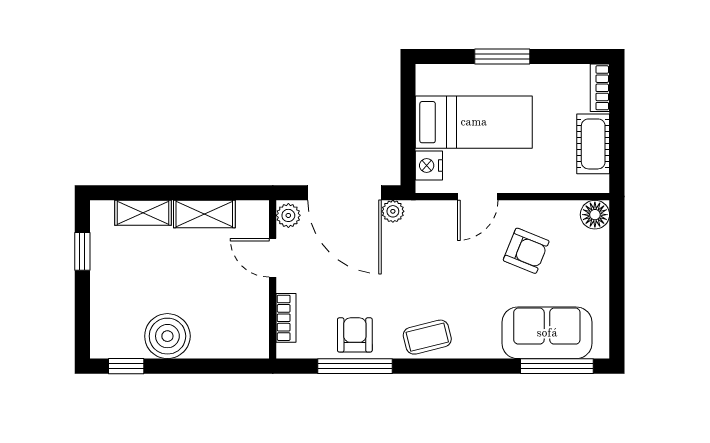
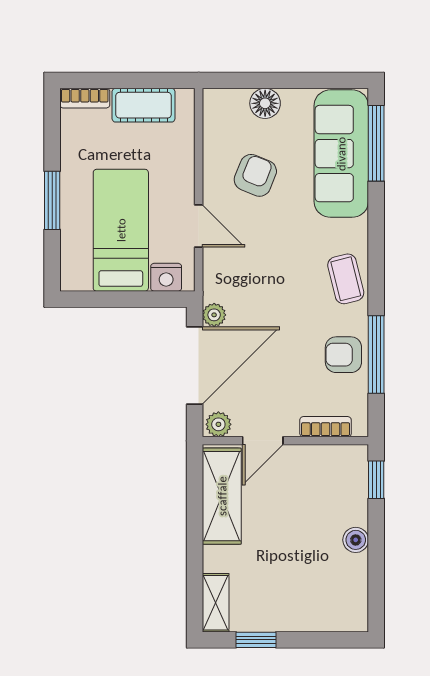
shelving: (143, 213) -> (216, 603), moved
shelving: (204, 214) -> (222, 496), width x1.50, depth x1.33
floor lamp: (595, 215) -> (265, 103), moved
sofa: (547, 333) -> (341, 154), width x1.36
boiler: (167, 336) -> (356, 540), width x0.54, depth x0.54
window: (126, 366) -> (376, 480), moved

